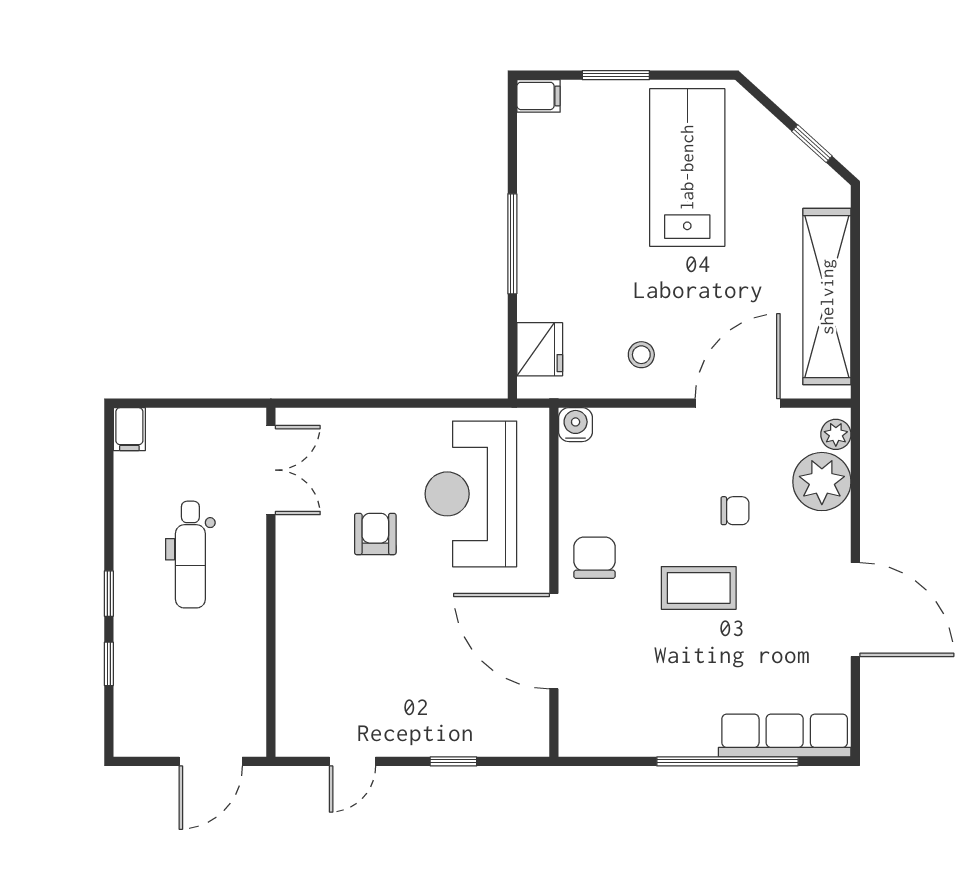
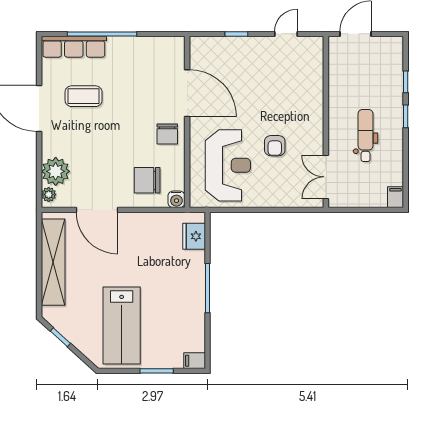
stool: (641, 355) -> (144, 234), removed
door: (738, 403) -> (97, 210), hinge flipped
chair: (735, 511) -> (147, 180), moved, width x1.87, depth x1.87
coffee table: (699, 588) -> (84, 96), moved

